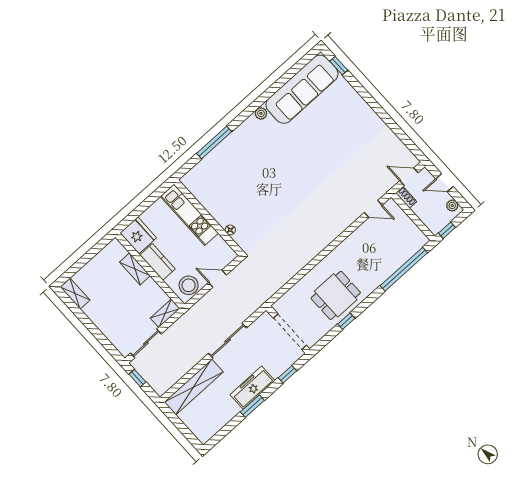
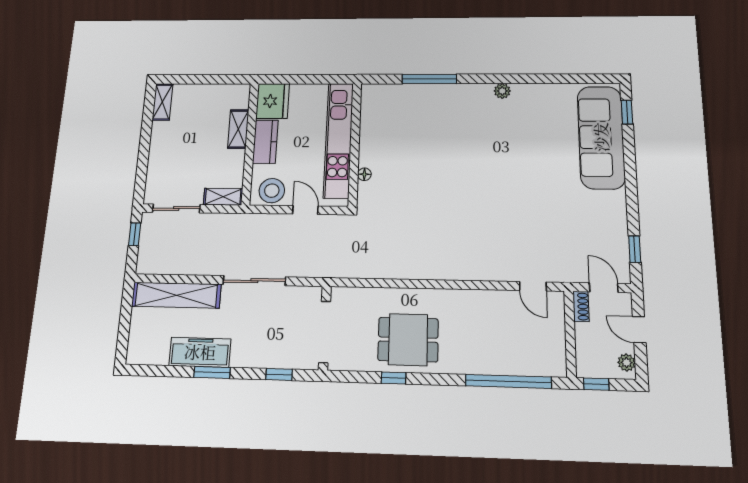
sofa: (302, 89) -> (601, 137), moved, turned 90
window: (407, 141) -> (635, 249), added
kitchen unit: (189, 215) -> (339, 140), width x1.36
freezer: (252, 388) -> (200, 352), moved

